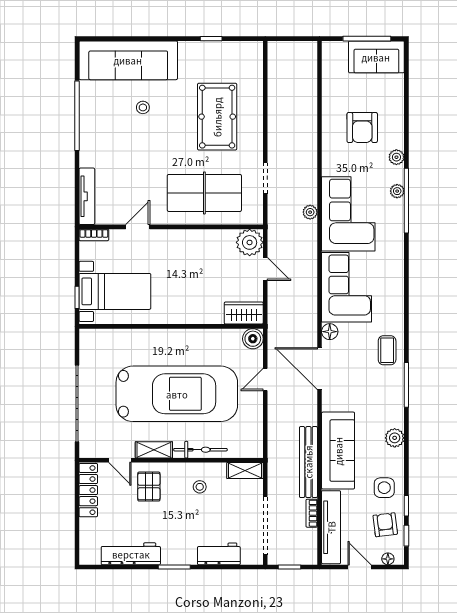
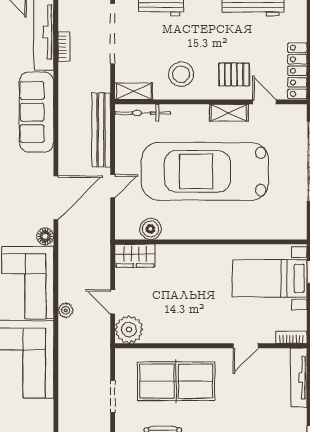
plant: (310, 212) -> (66, 310), moved
boiler: (253, 339) -> (150, 229), moved
door: (319, 369) -> (56, 198), hinge flipped
bicycle: (200, 450) -> (143, 113), moved
bench: (308, 462) -> (101, 130), moved
pallet: (149, 487) -> (234, 74), turned 90
stool: (200, 487) -> (181, 74), width x1.89, depth x1.89

